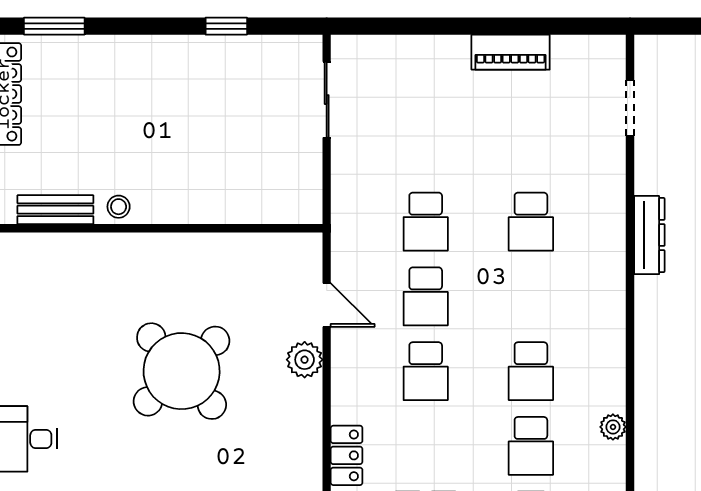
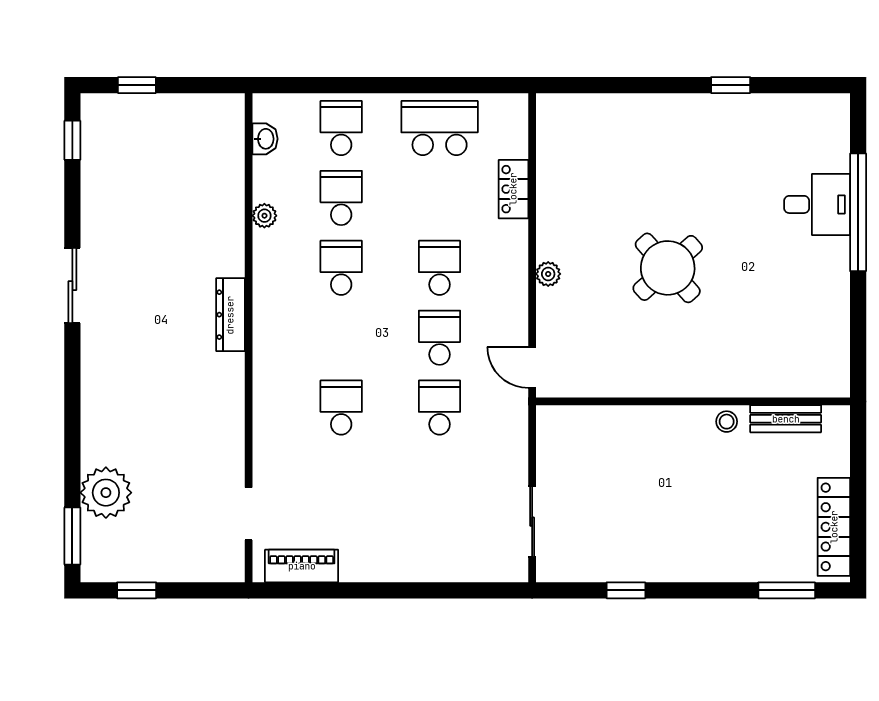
piano: (511, 52) -> (302, 566), moved
dresser: (649, 235) -> (230, 315), moved
door: (327, 305) -> (532, 367), moved
plant: (305, 360) -> (548, 274), width x0.73, depth x0.73
round table: (182, 371) -> (668, 268), width x0.73, depth x0.73

